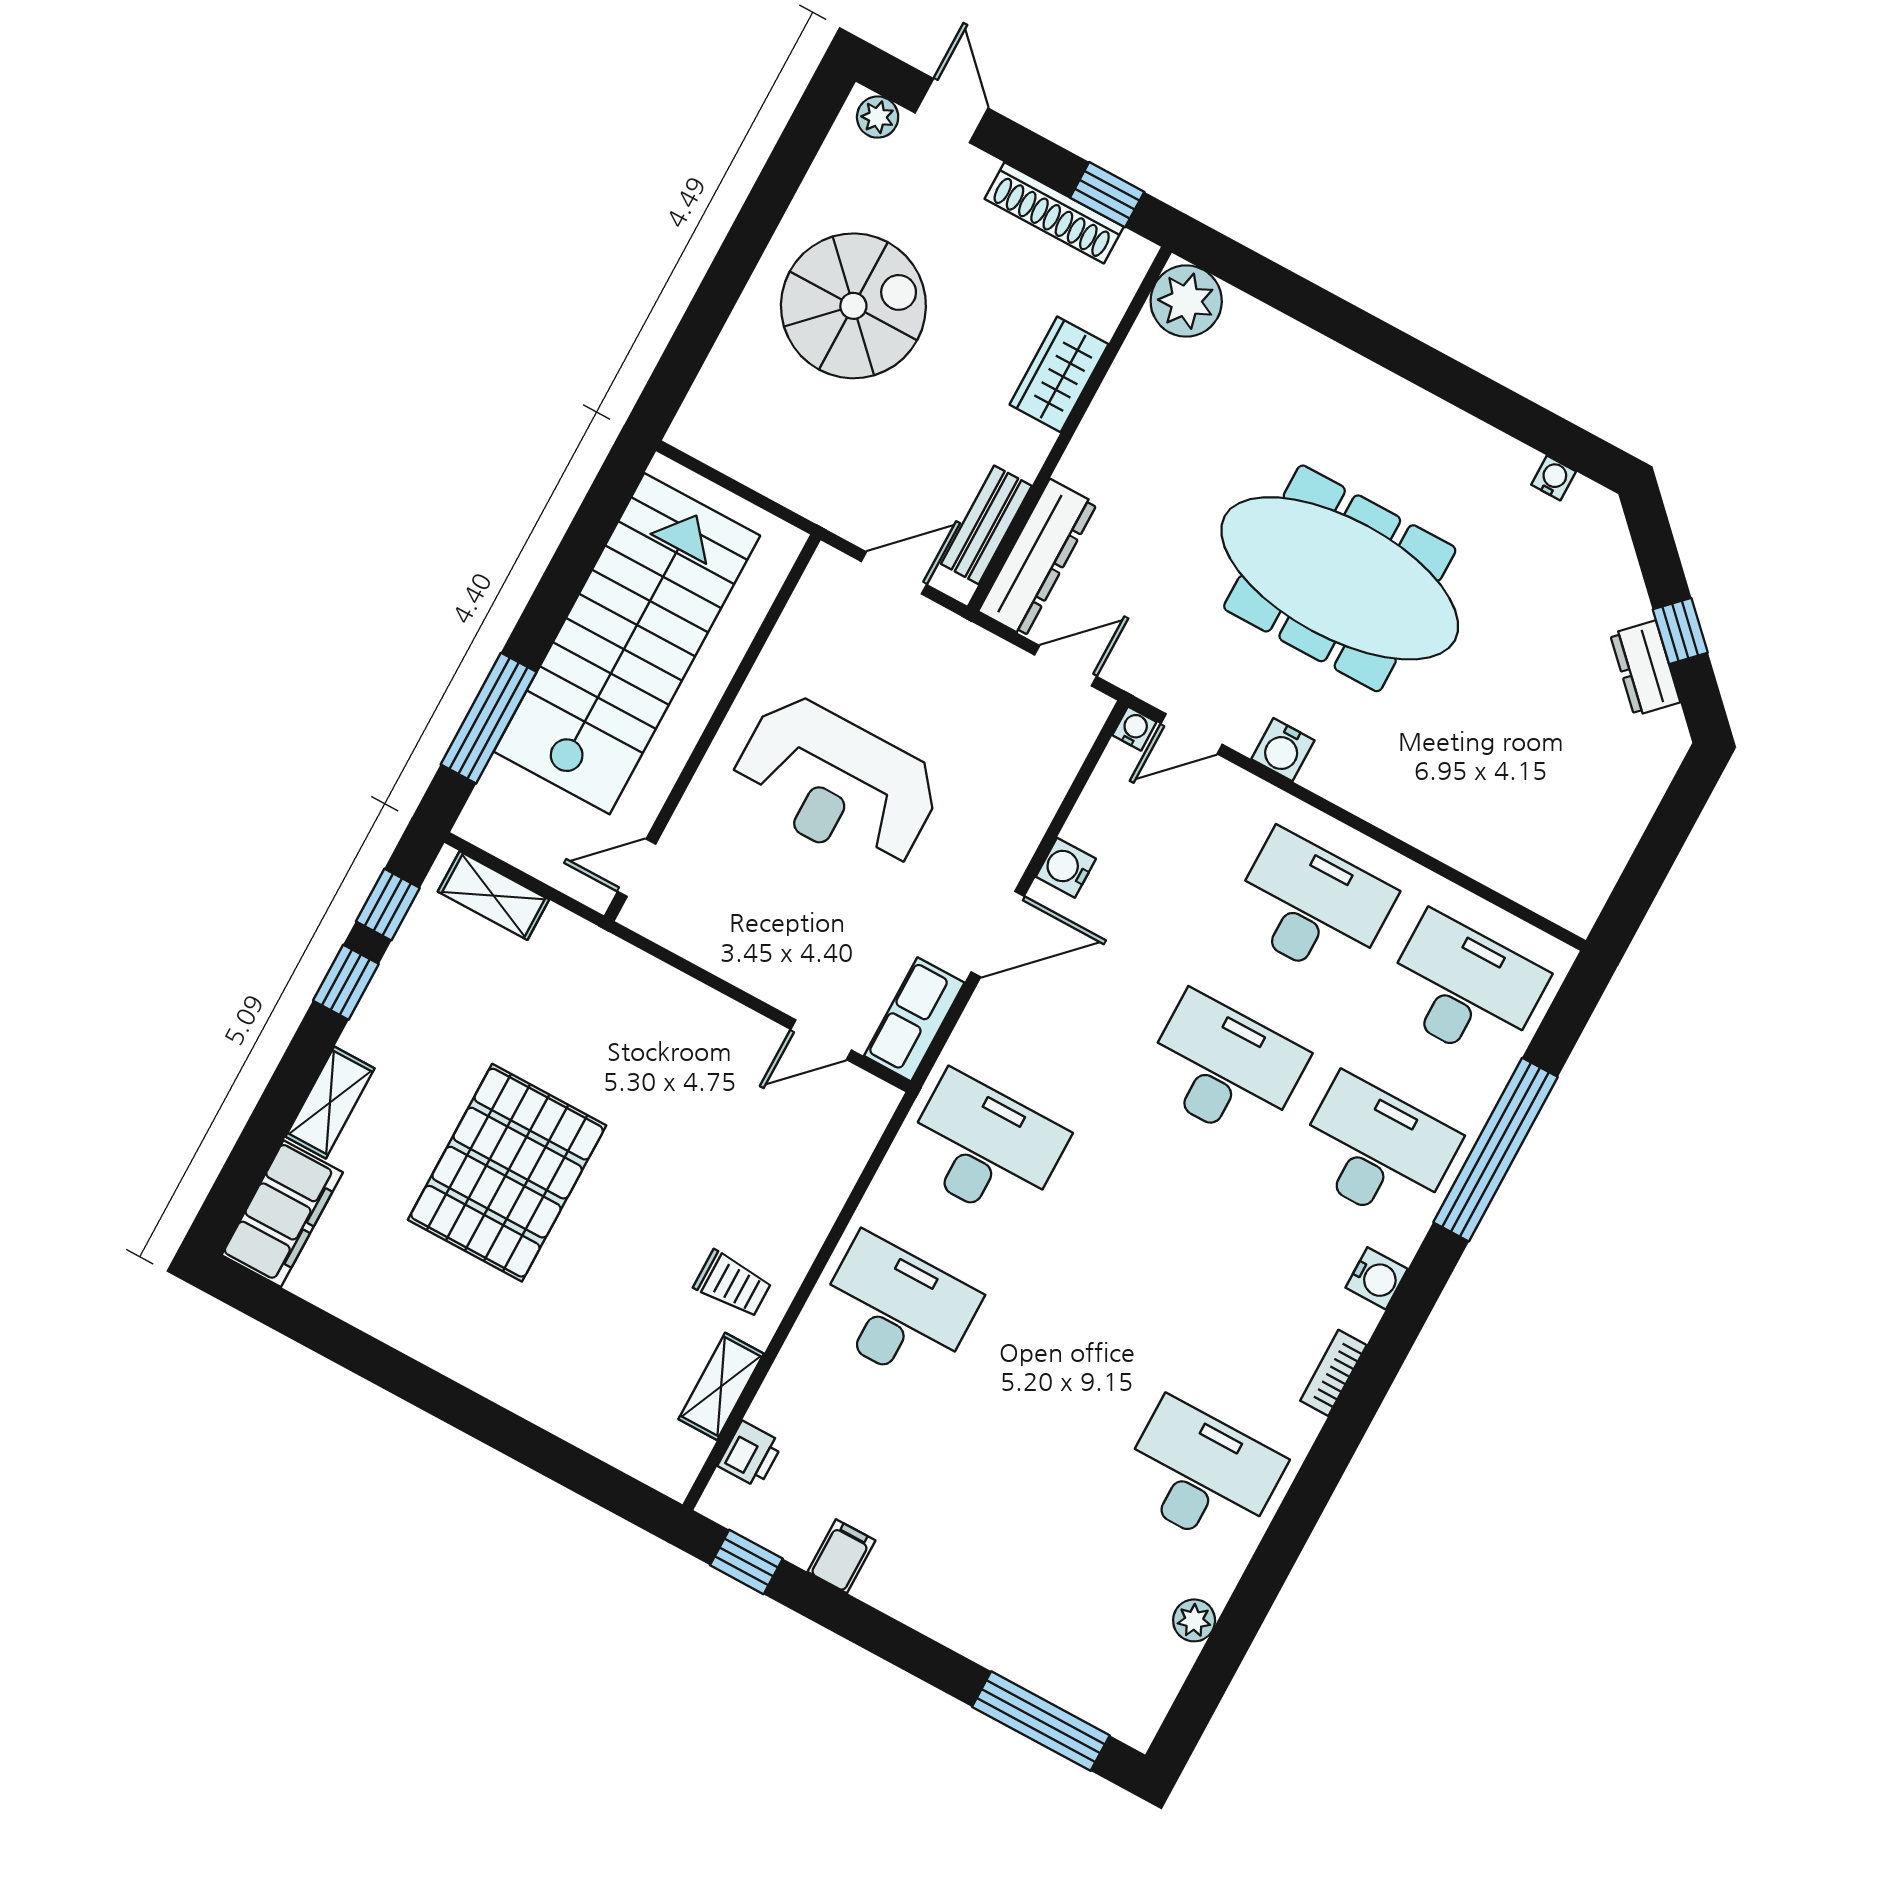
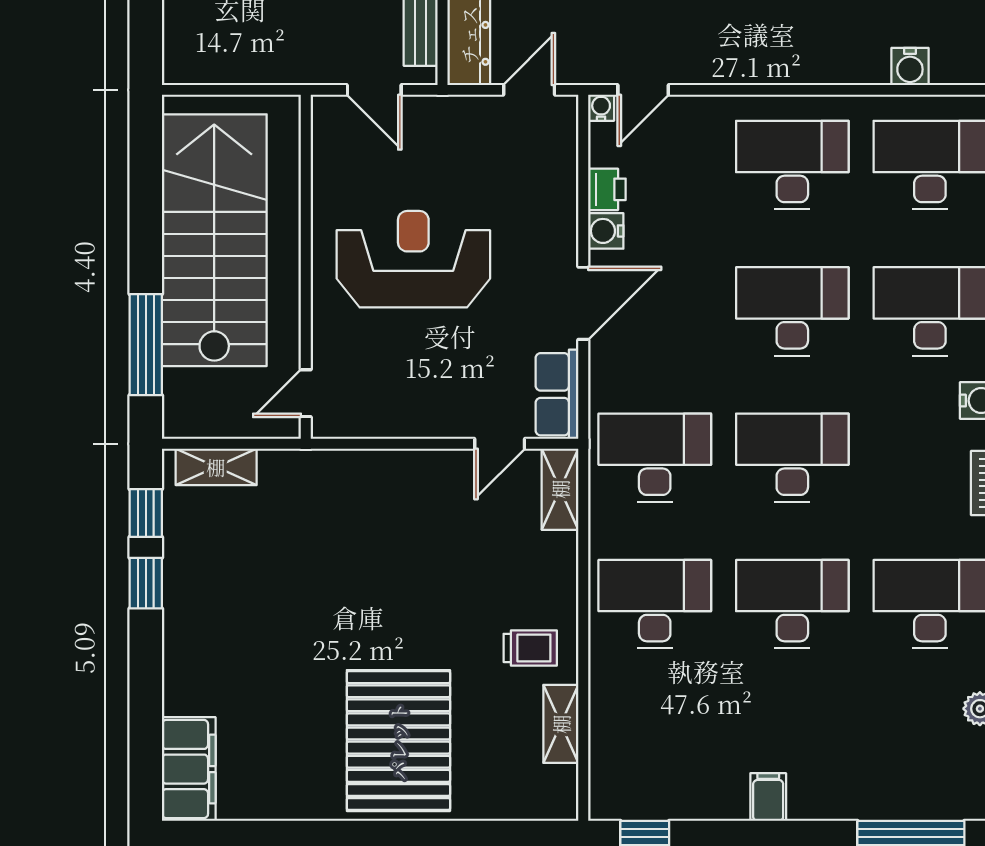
door: (894, 573) -> (374, 90), swing flipped
water cooler: (1283, 750) -> (910, 66), moved
reception desk: (836, 784) -> (413, 259), turned 180
shelving: (330, 1102) -> (560, 489), moved
pallet: (507, 1173) -> (398, 741), moved
desk: (1137, 1230) -> (792, 458), added
desk: (1049, 1392) -> (792, 604), added
printer: (750, 1454) -> (607, 189), moved
filing cabinet: (841, 1556) -> (768, 797), moved

